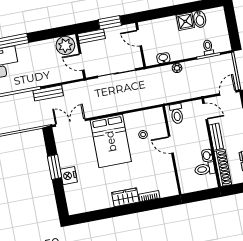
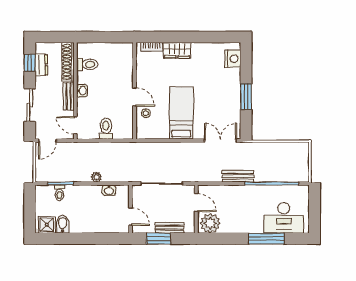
shower: (185, 21) -> (47, 225), moved
bench: (91, 36) -> (170, 228), moved
double door: (70, 123) -> (220, 141), swing flipped
bed: (111, 141) -> (181, 113), width x0.67
door: (171, 145) -> (134, 97), moved
wall: (172, 150) -> (134, 91), moved
washbasin: (207, 155) -> (82, 91), moved
nightstand: (69, 176) -> (233, 59), moved

